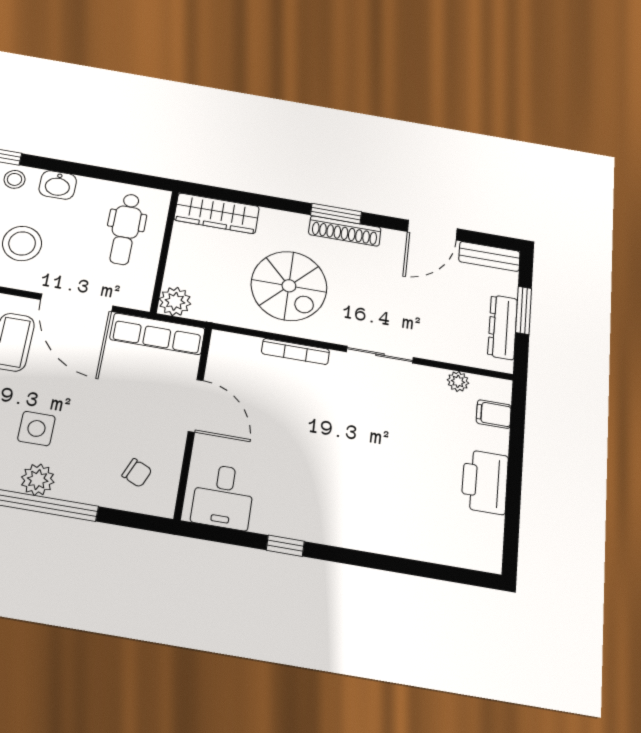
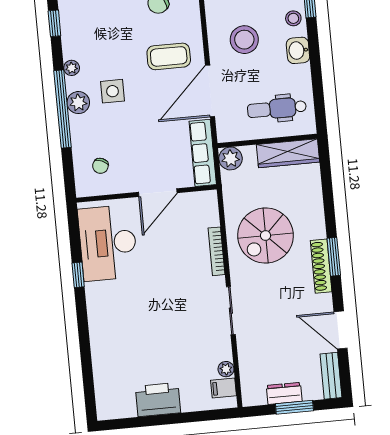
wardrobe: (217, 213) -> (288, 153), moved, turned -90
dresser: (503, 327) -> (284, 393), width x0.70
filing cabinet: (494, 414) -> (223, 388), moved, turned -90
desk: (223, 497) -> (108, 243), width x1.87, depth x1.30

